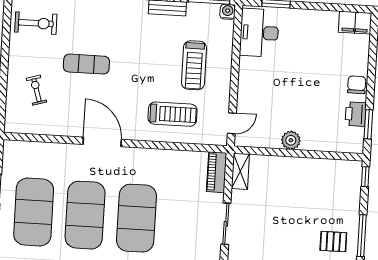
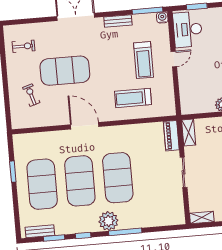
exercise bike: (36, 23) -> (24, 46), width x0.73, depth x0.72
exercise mat: (86, 64) -> (65, 71), width x2.00, depth x1.45
treadmill: (173, 114) -> (133, 98), turned 180
door: (232, 123) -> (174, 59), moved

